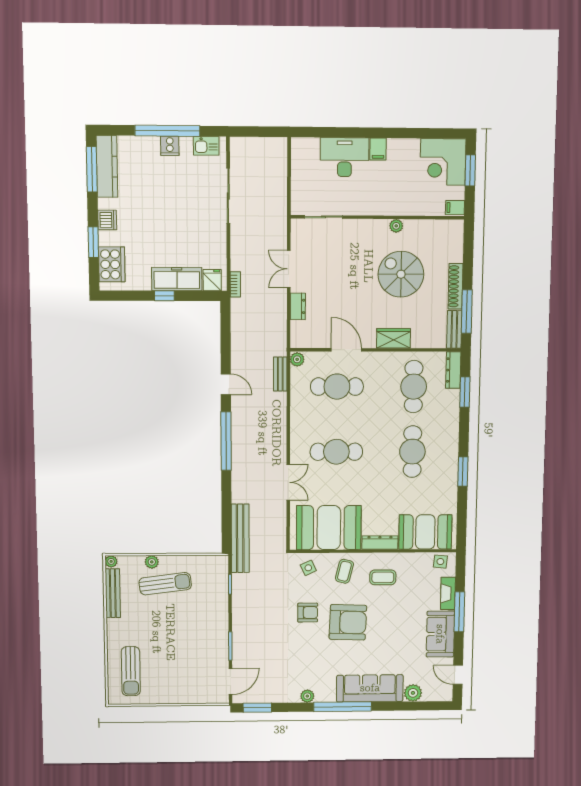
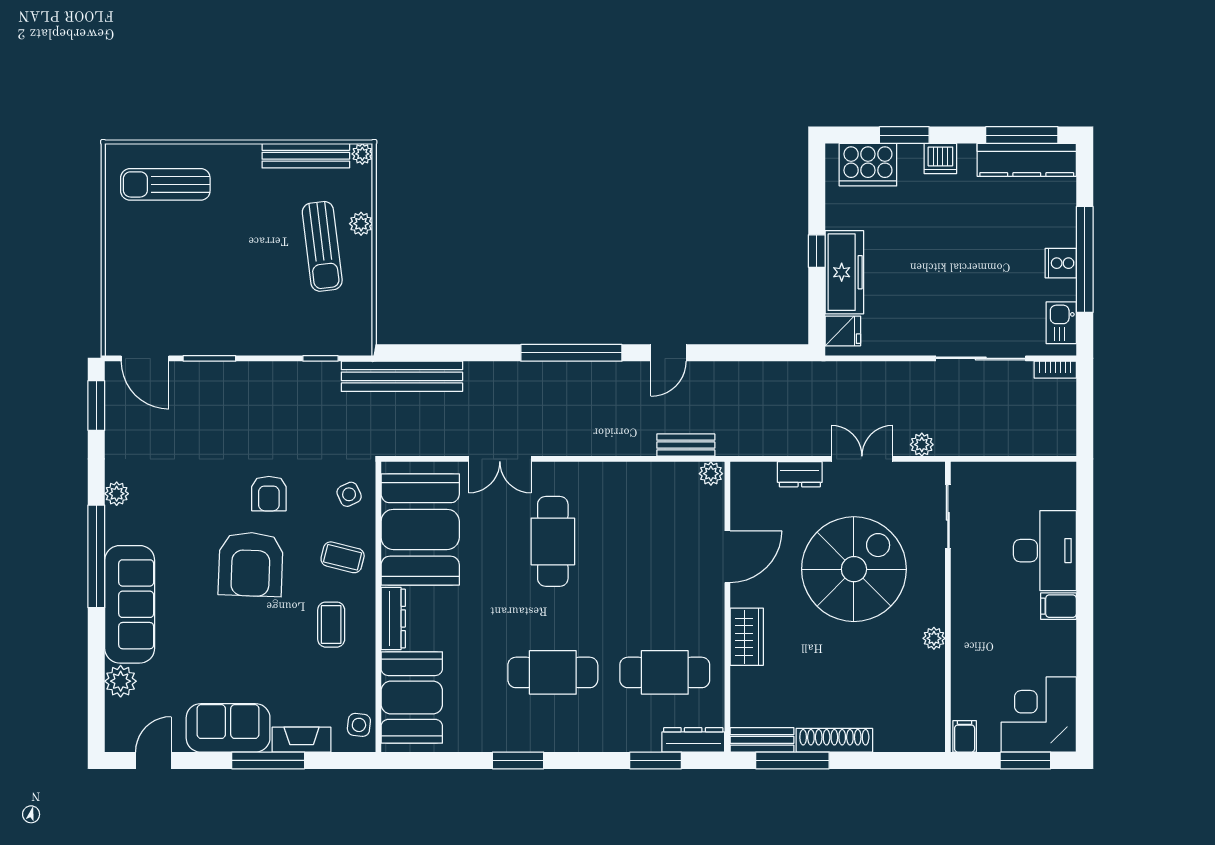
plant: (280, 233) -> (922, 445), added
spiral stairs: (401, 274) -> (854, 569), moved, width x1.37, depth x1.37
bookcase: (235, 284) -> (1055, 370), moved
cafe table: (337, 387) -> (665, 541), removed

